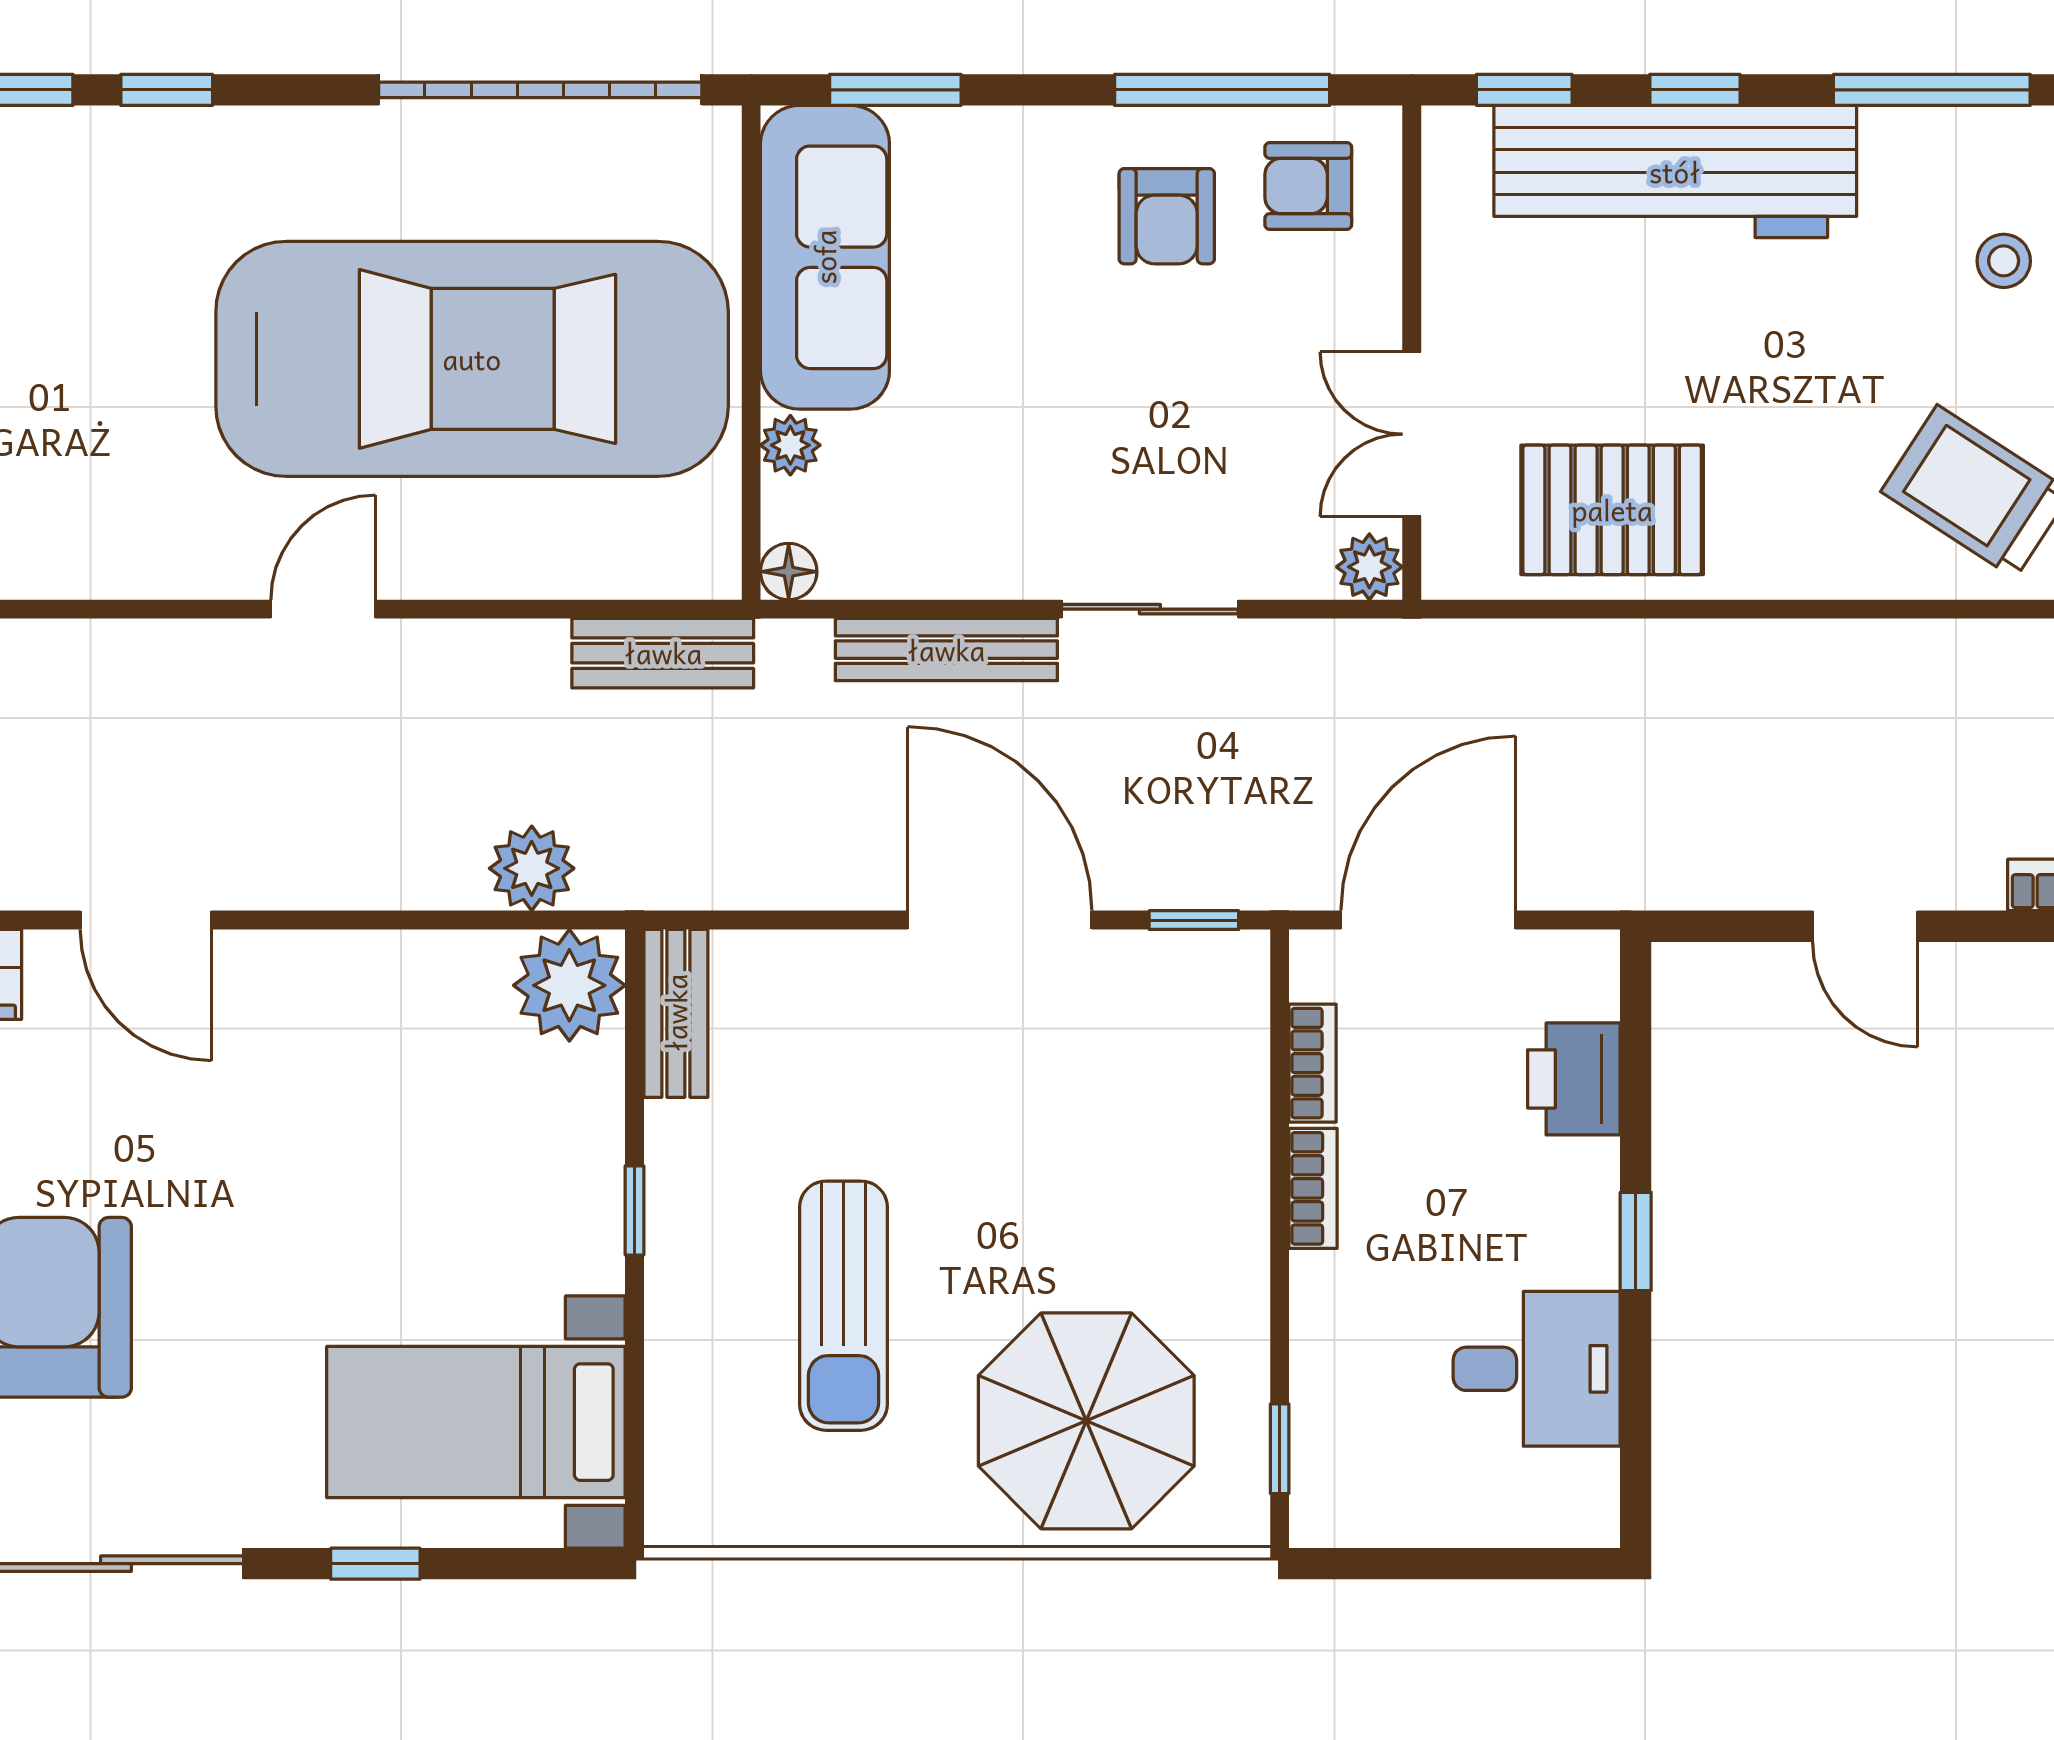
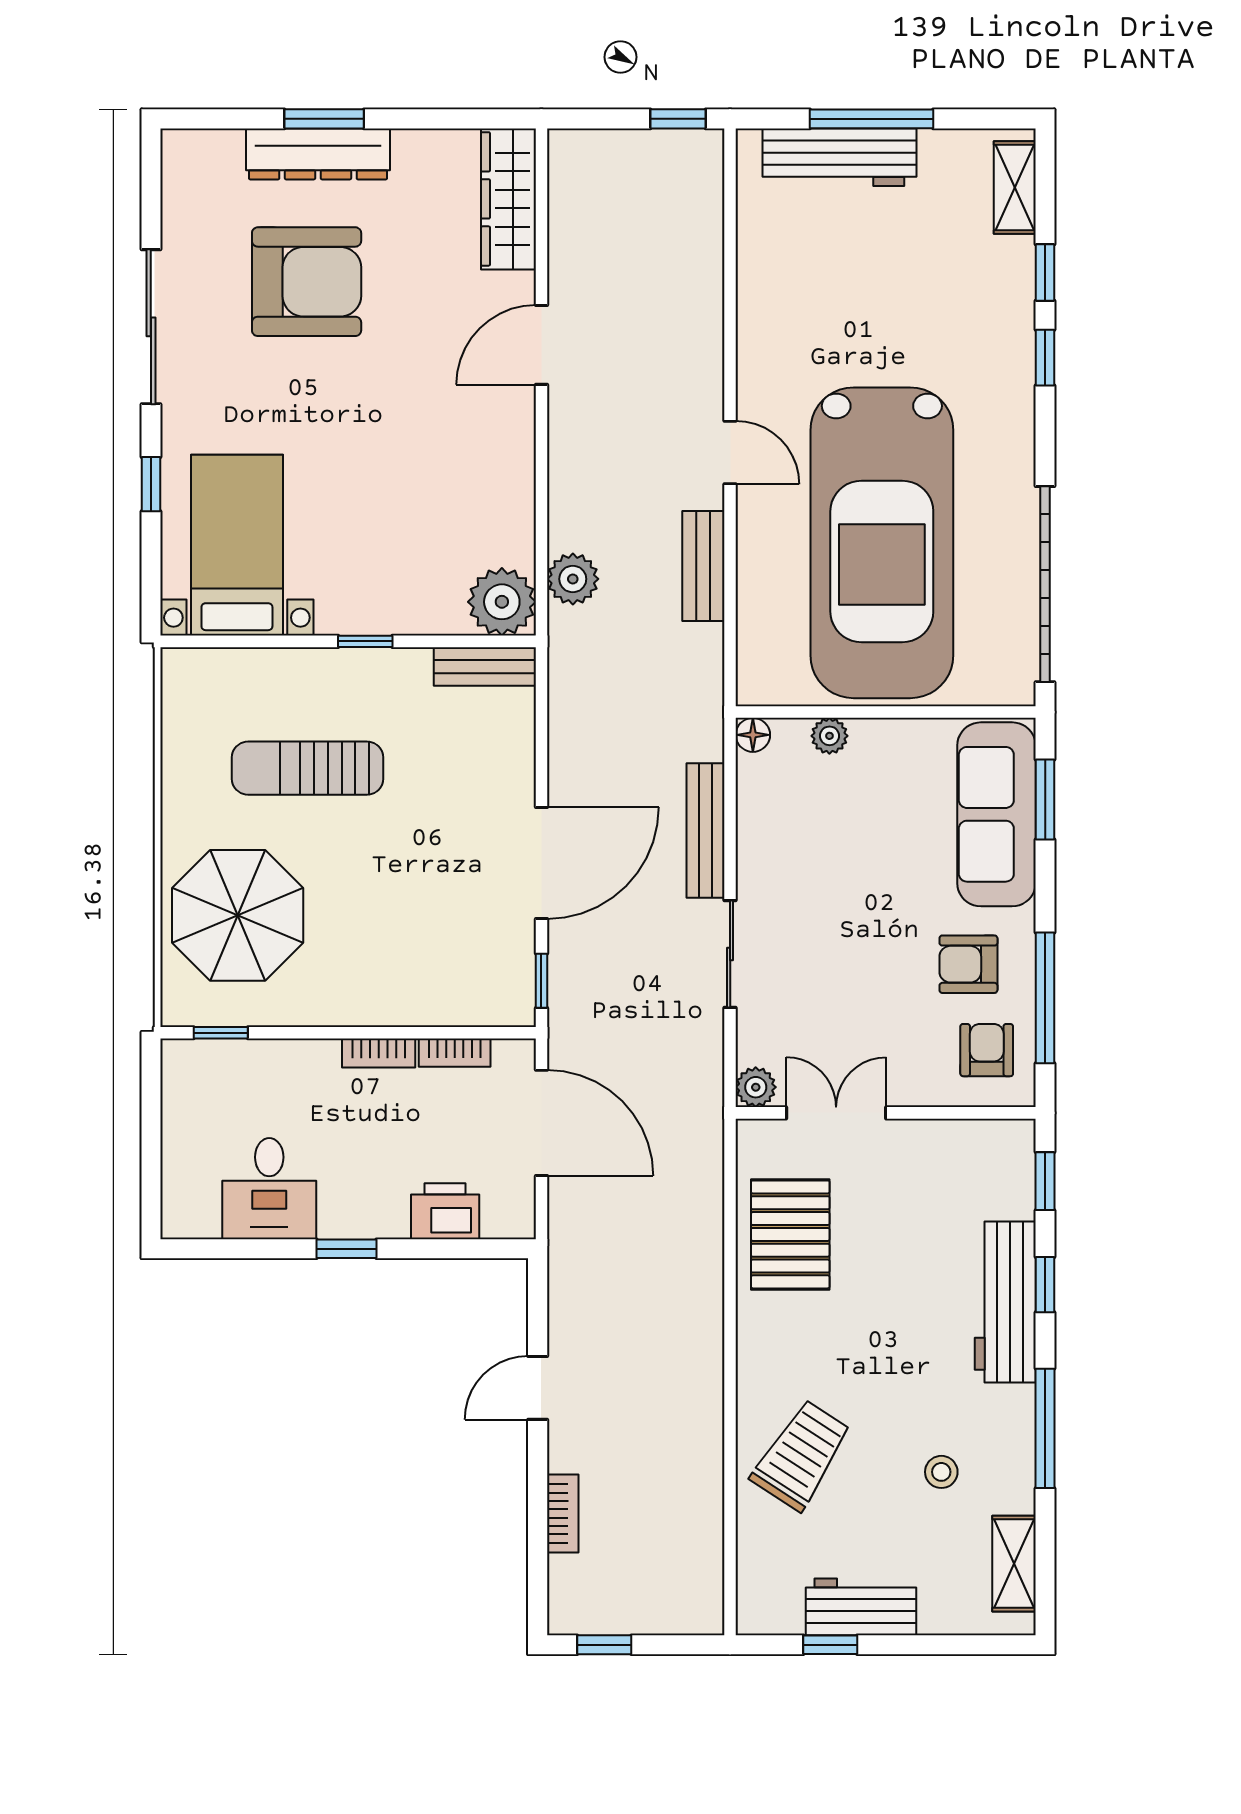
workbench: (1675, 172) -> (1005, 1302), width x0.73, depth x0.76
sofa: (825, 257) -> (996, 814), moved, turned 90
bench: (663, 653) -> (703, 566), moved

